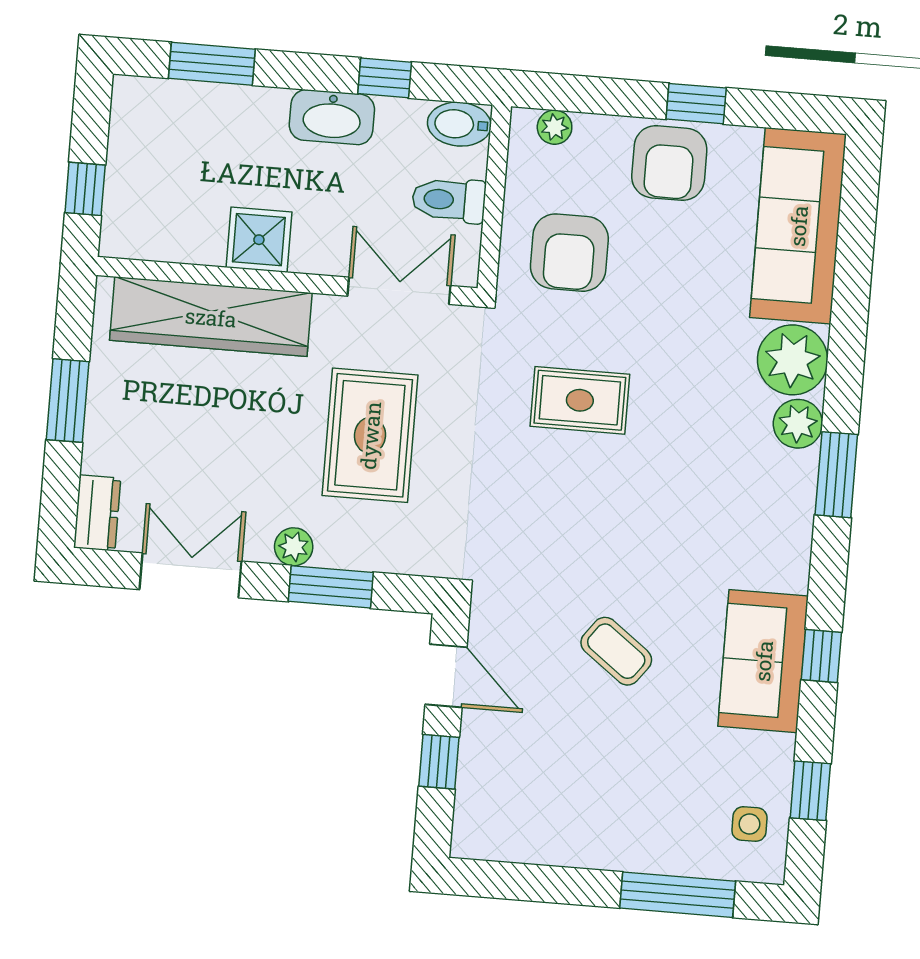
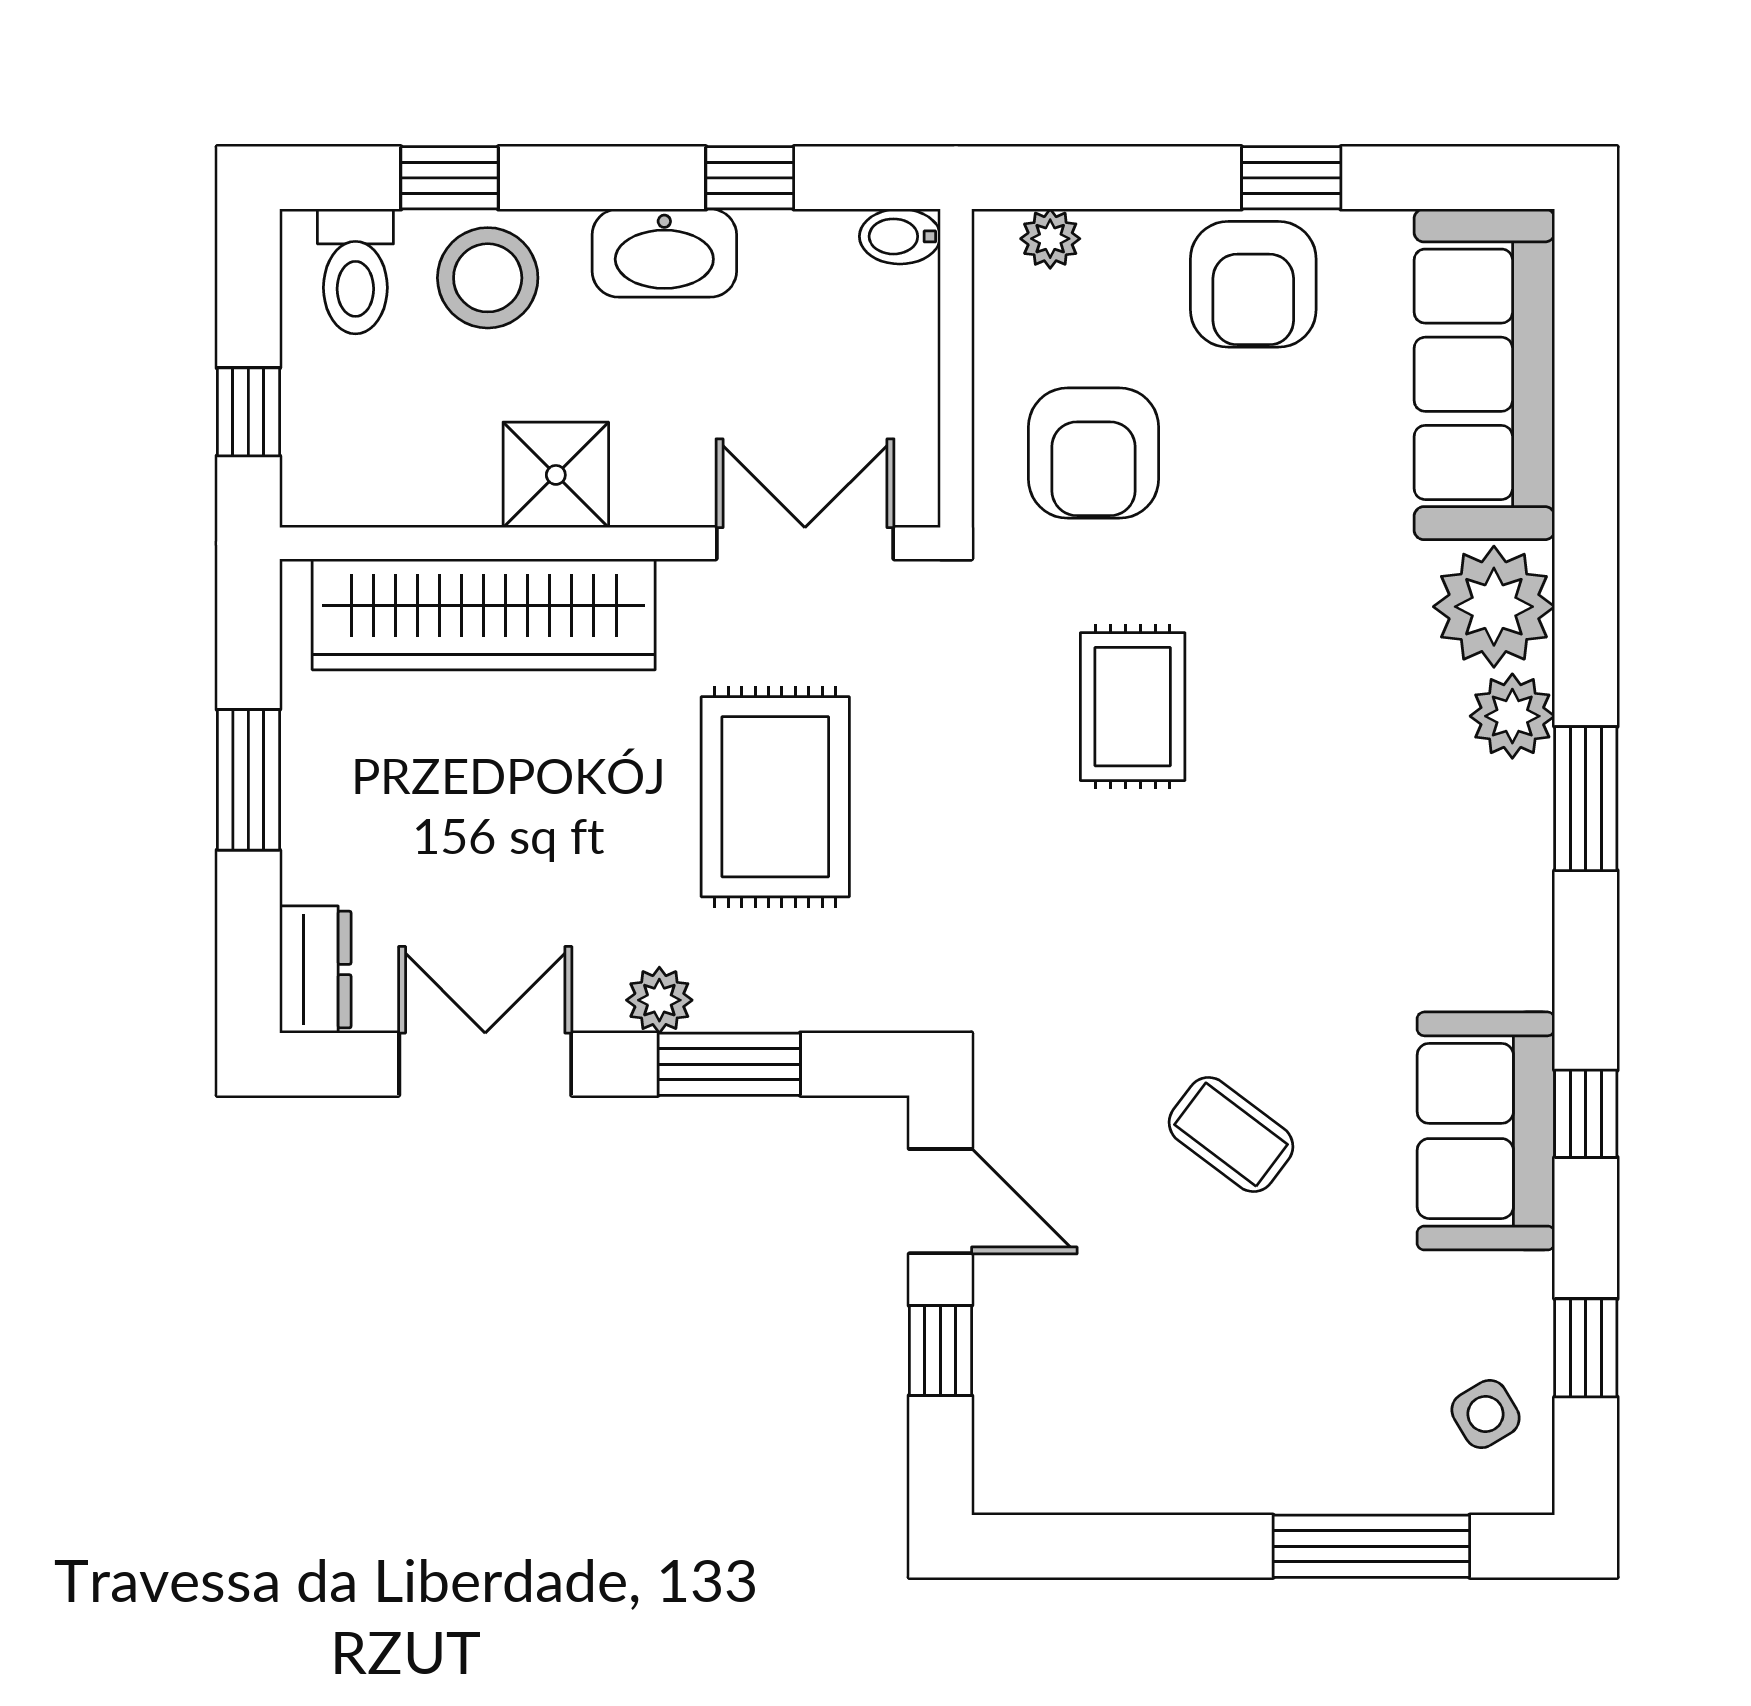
window: (212, 64) -> (450, 178), width x0.67
stool: (229, 123) -> (488, 278), added
bidet: (459, 124) -> (900, 236), width x0.72, depth x0.74
toilet: (449, 200) -> (355, 271), moved, turned -90
rug: (580, 400) -> (1133, 707), turned 90
side table: (749, 824) -> (1486, 1414), turned -31

